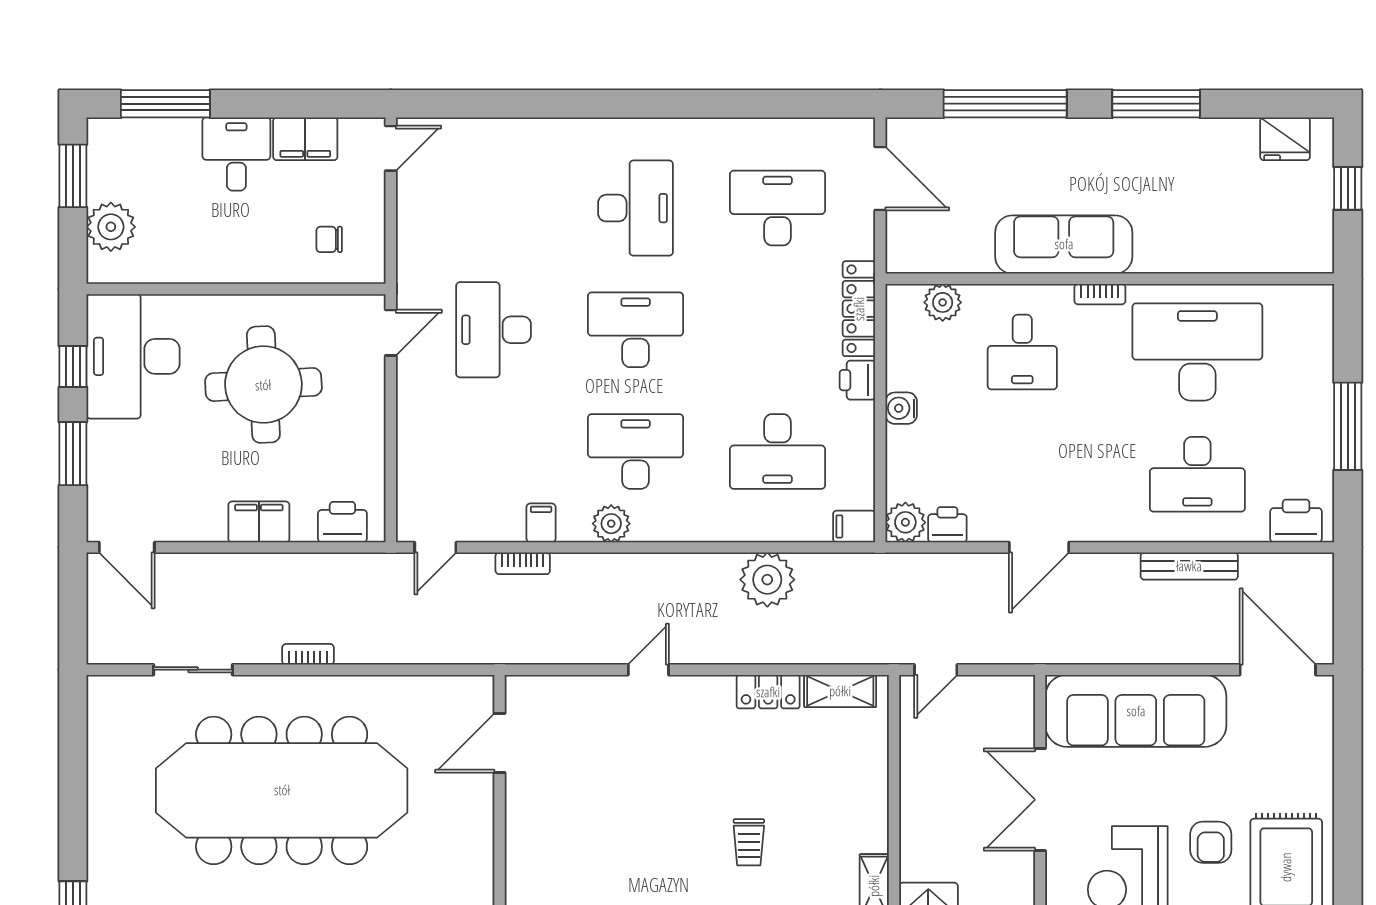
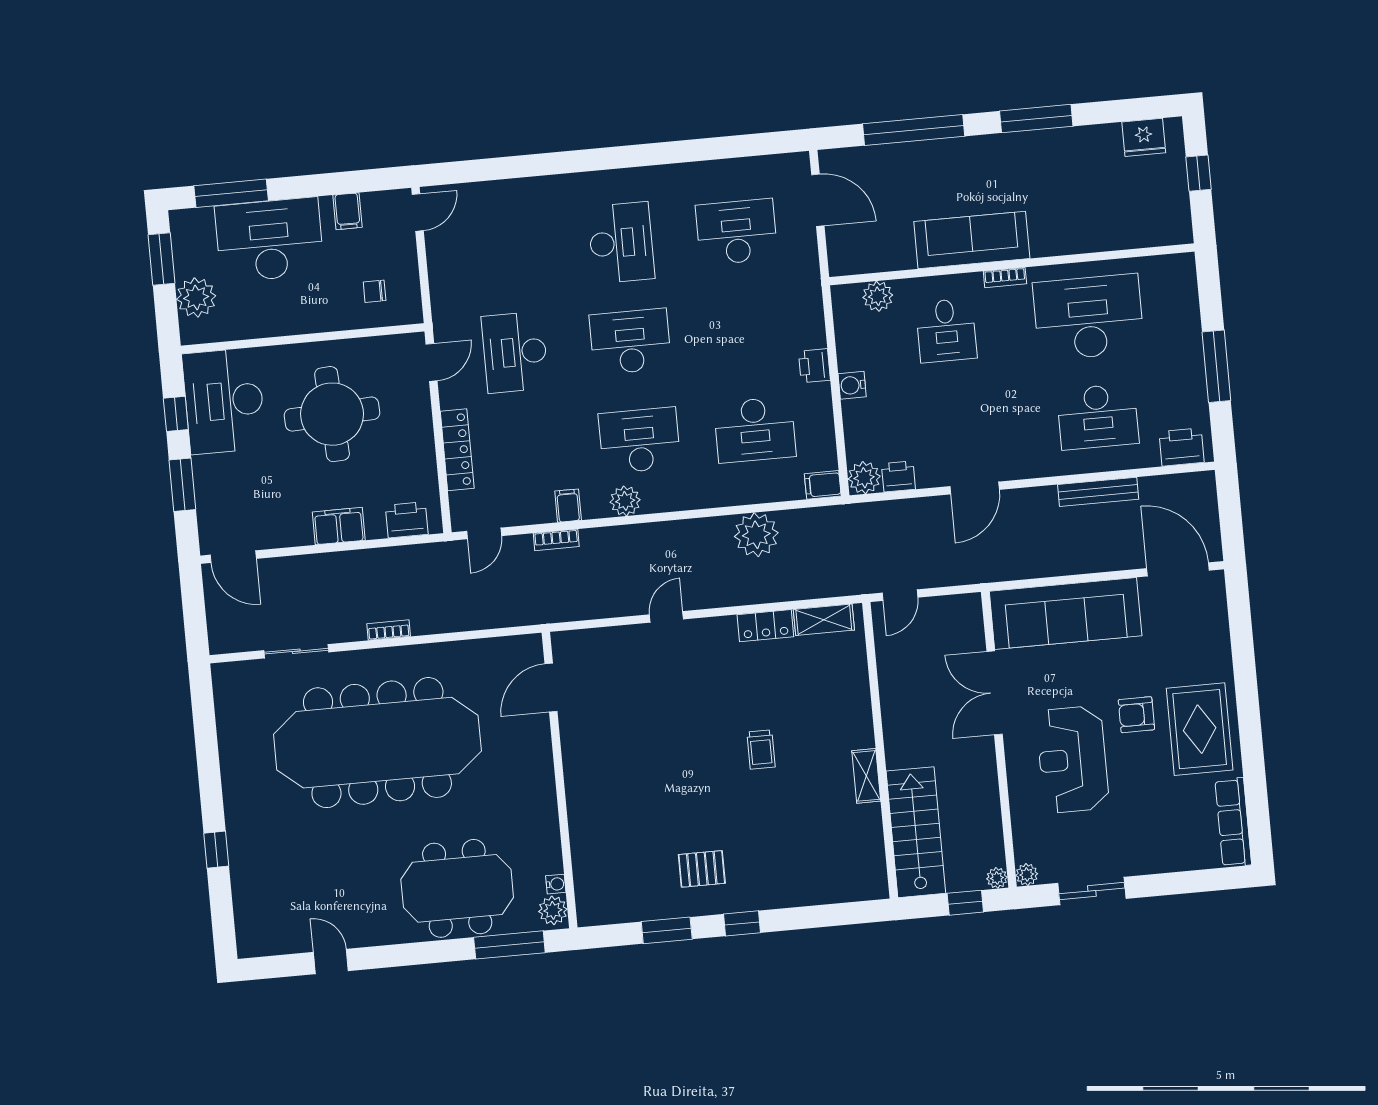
filing cabinet: (305, 139) -> (348, 211), width x0.50
desk: (236, 154) -> (269, 240), width x1.87, depth x1.30
locker: (859, 309) -> (457, 450), moved, turned 180
armchair: (1211, 842) -> (1136, 715), turned 90

